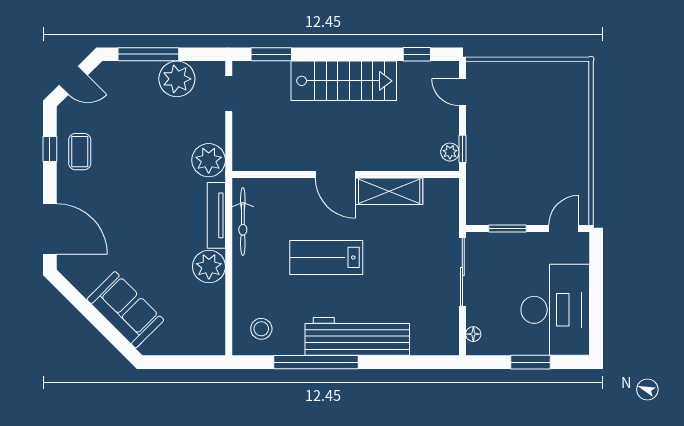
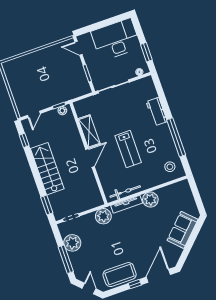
window: (50, 149) -> (135, 284), moved
coffee table: (80, 152) -> (120, 275), width x1.86, depth x1.72
workbench: (357, 336) -> (157, 112), width x0.53, depth x0.76
window: (531, 362) -> (146, 52), moved

